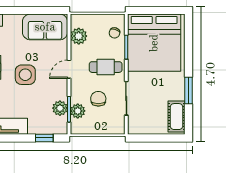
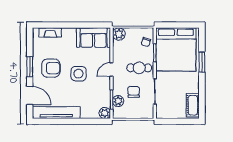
plant: (79, 36) -> (119, 34), moved
window: (189, 91) -> (202, 62), moved
plant: (60, 108) -> (105, 113), moved
window: (44, 138) -> (93, 121), removed

